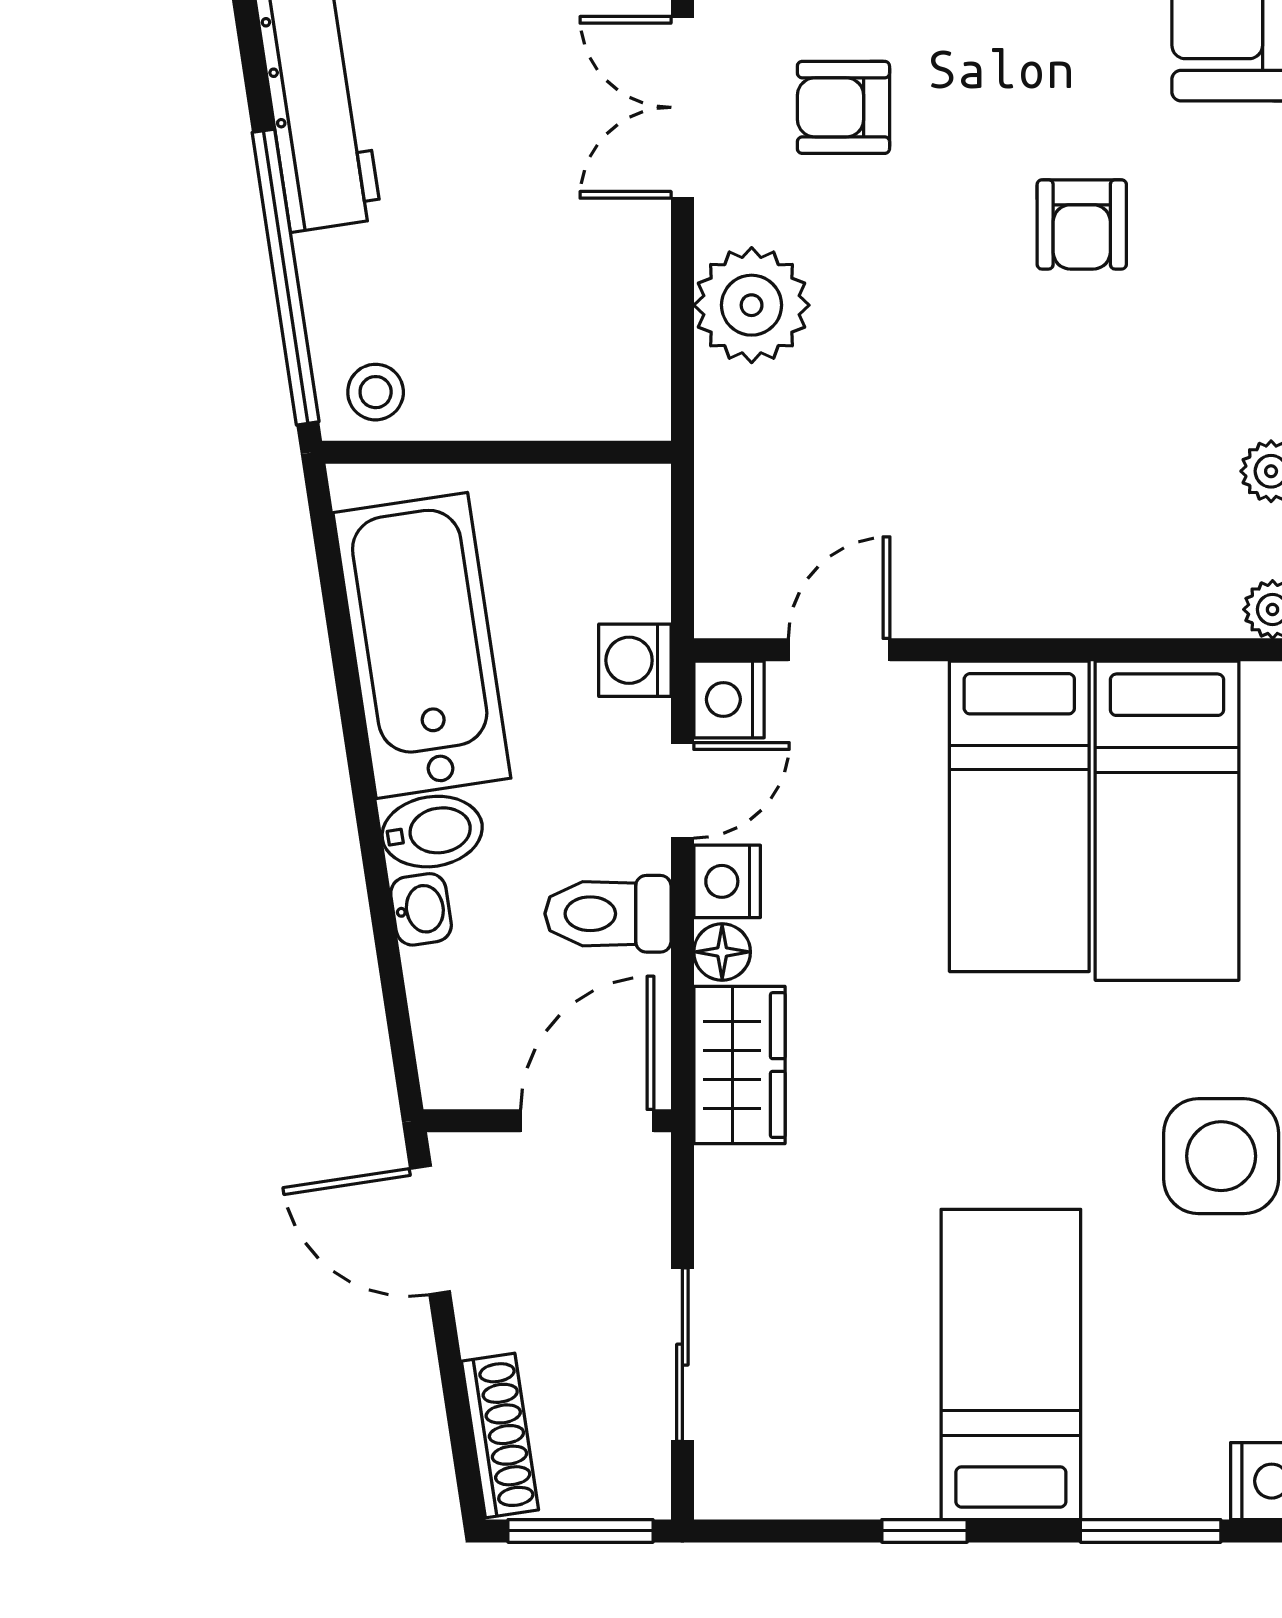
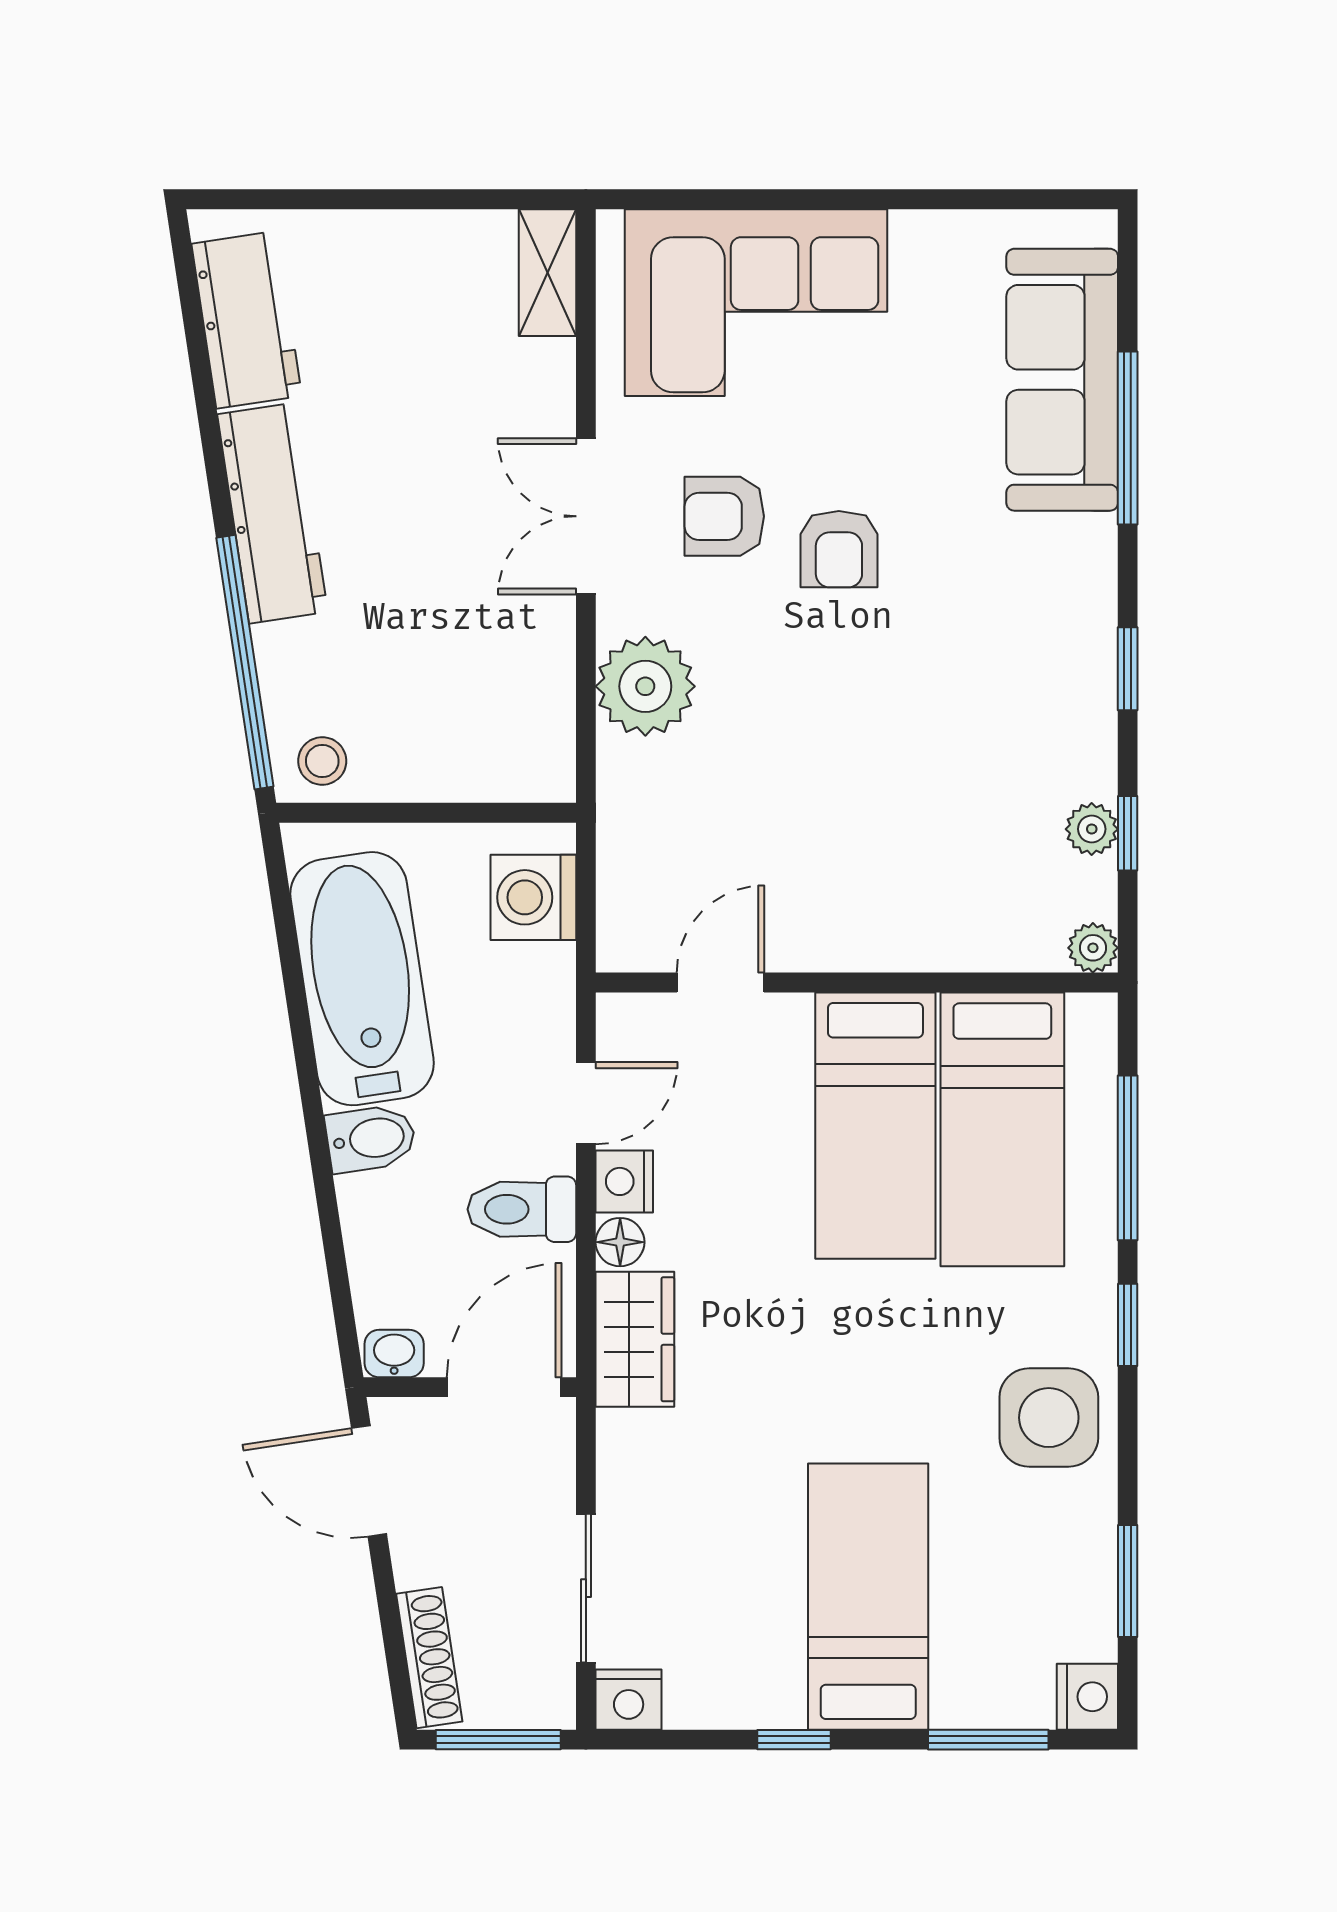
armchair: (1082, 224) -> (839, 549), moved
washing machine: (635, 660) -> (533, 897), moved, width x1.38, depth x1.38
nightstand: (729, 699) -> (629, 1700), moved, turned -90
washbasin: (421, 909) -> (394, 1354), moved, turned -81

